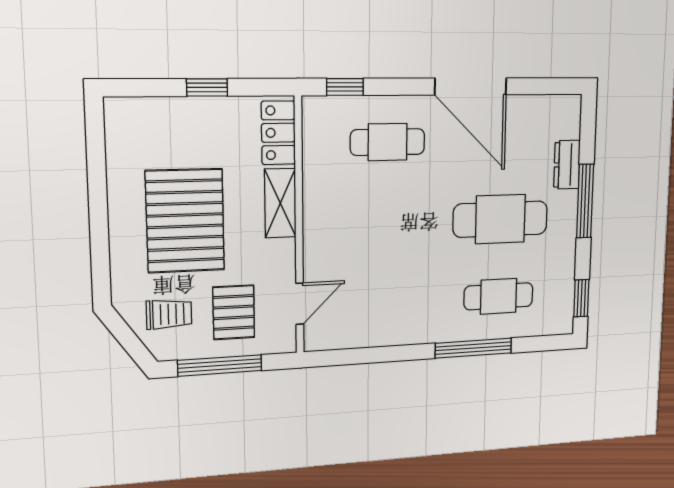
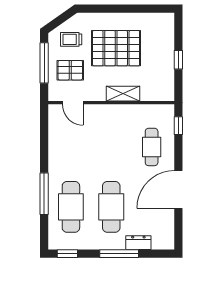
locker: (278, 133) -> (157, 93), removed
cafe table: (499, 296) -> (71, 207), width x1.37, depth x1.35
trolley: (169, 314) -> (71, 39), turned 90

